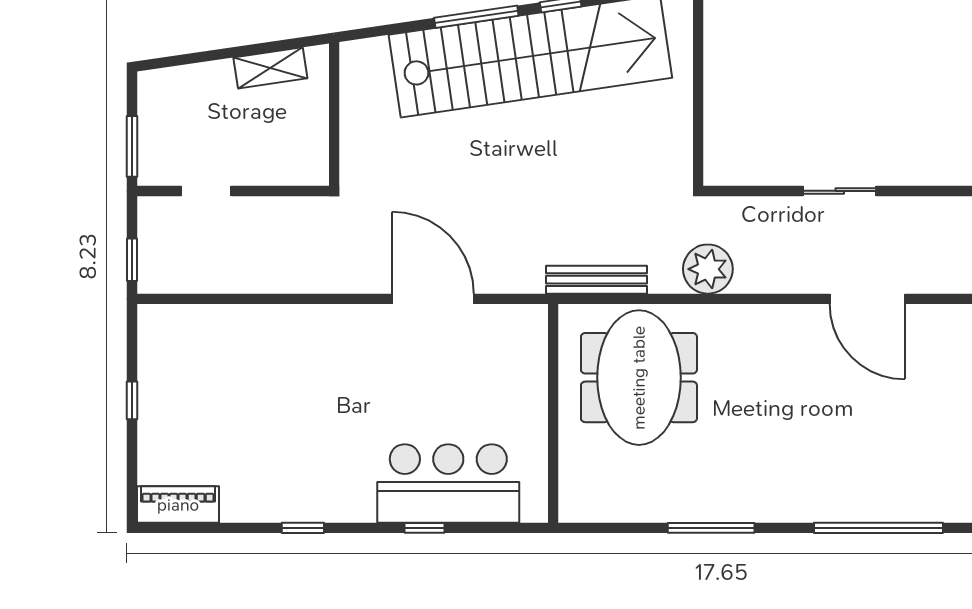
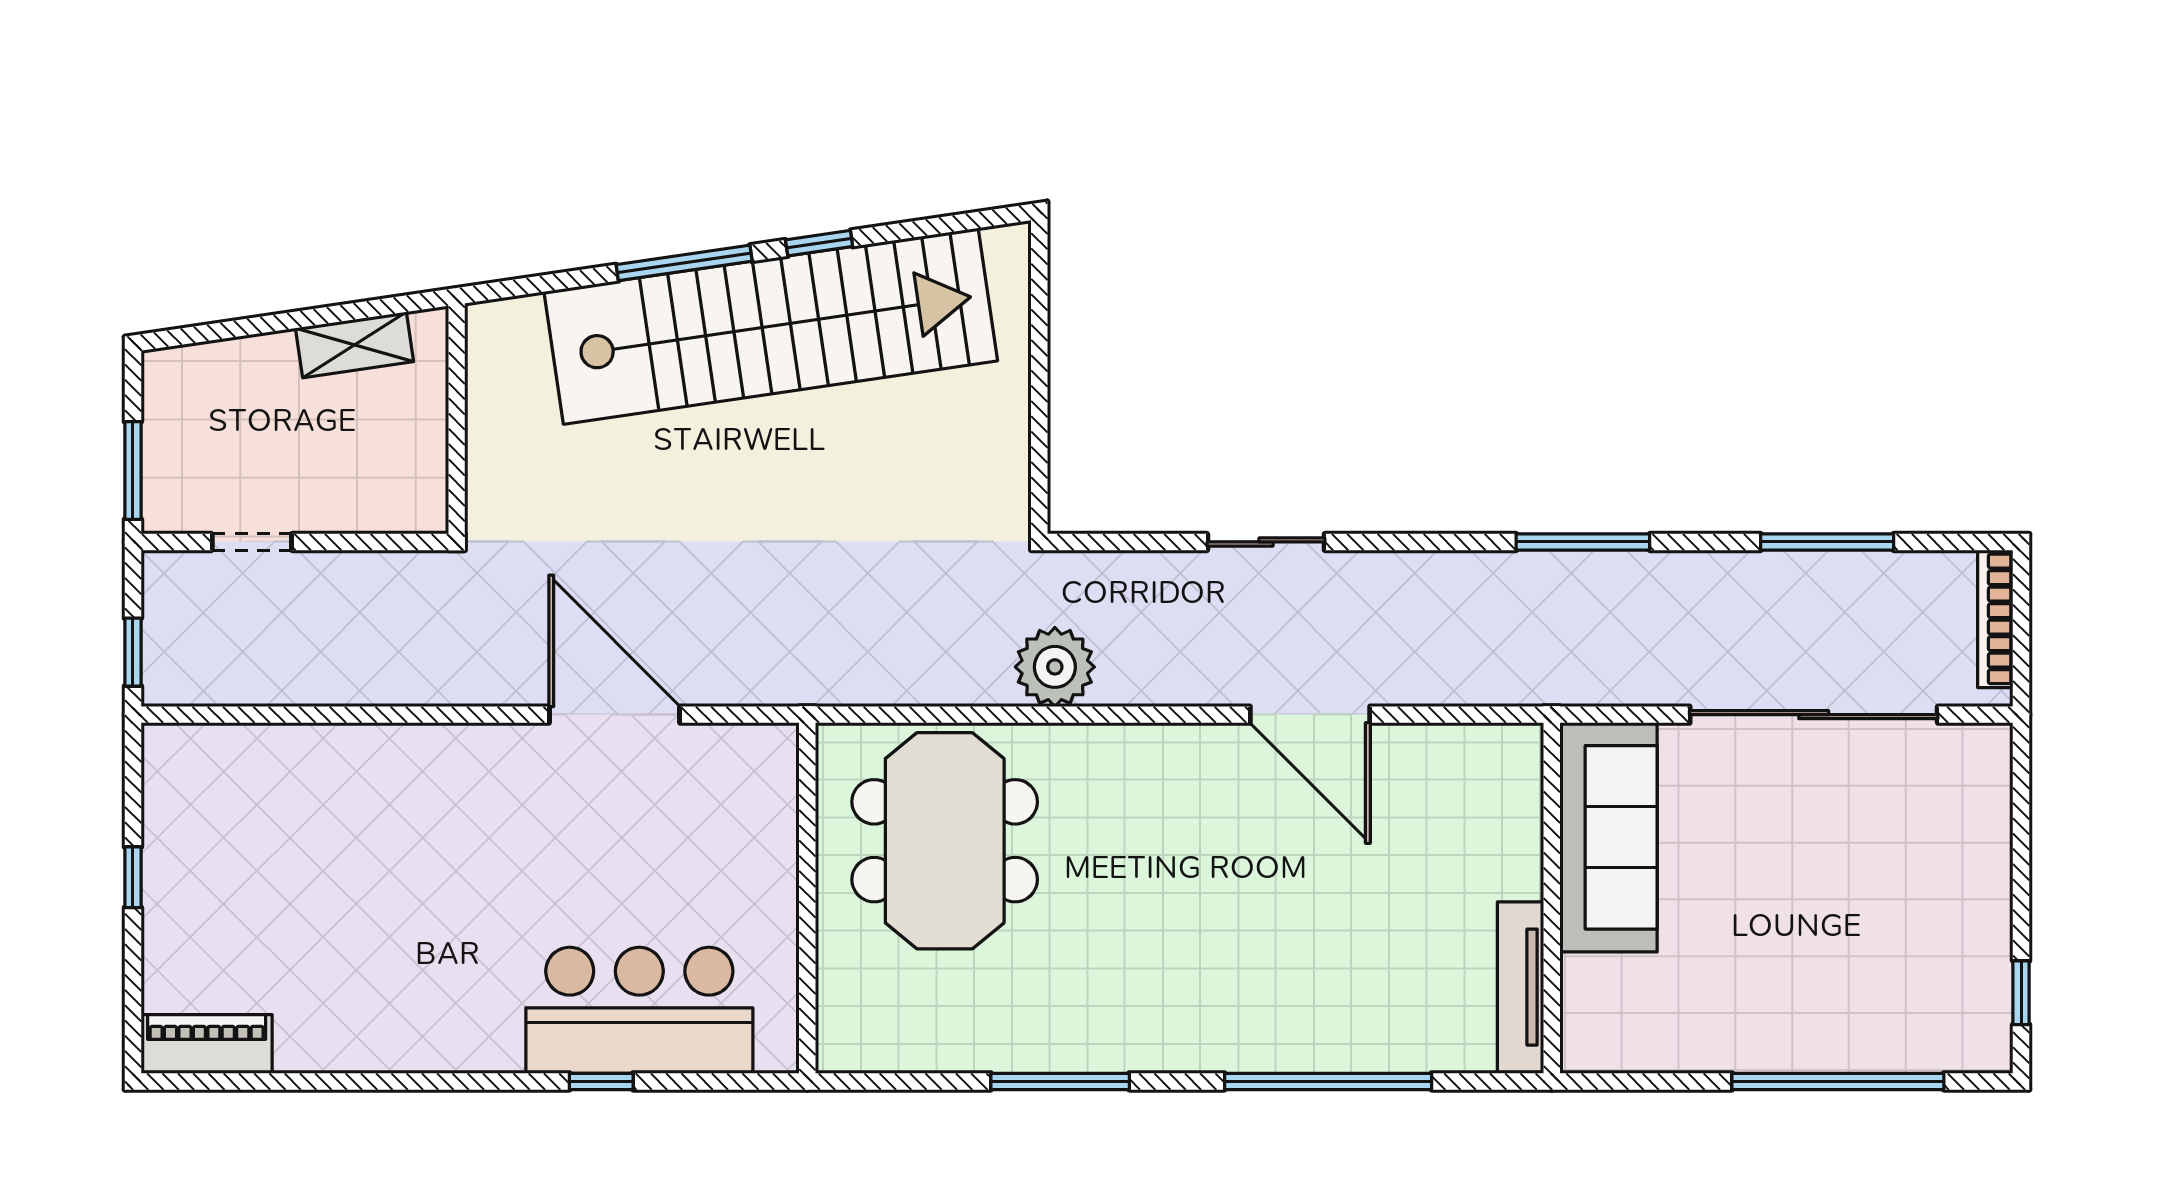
bench: (597, 280) -> (877, 684), removed
window: (303, 528) -> (406, 1081), removed

